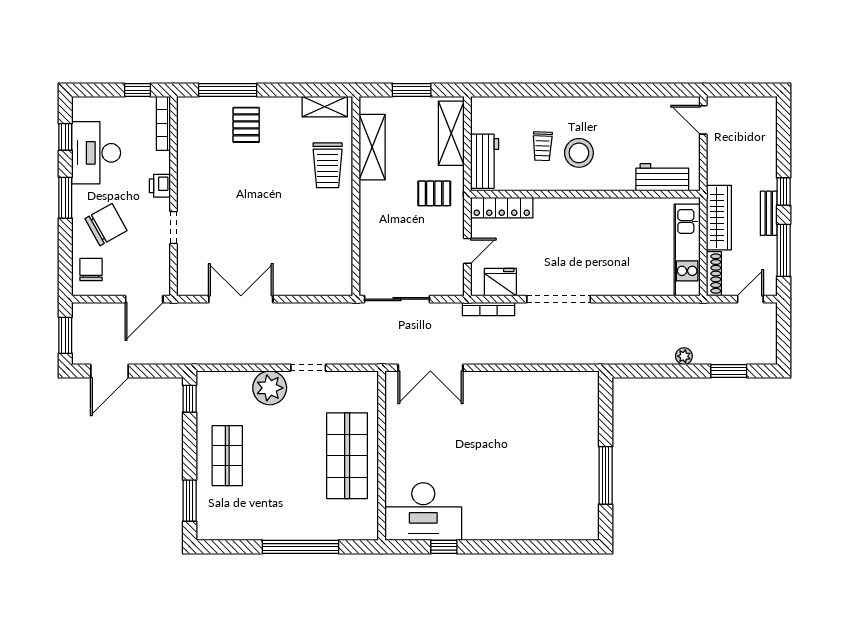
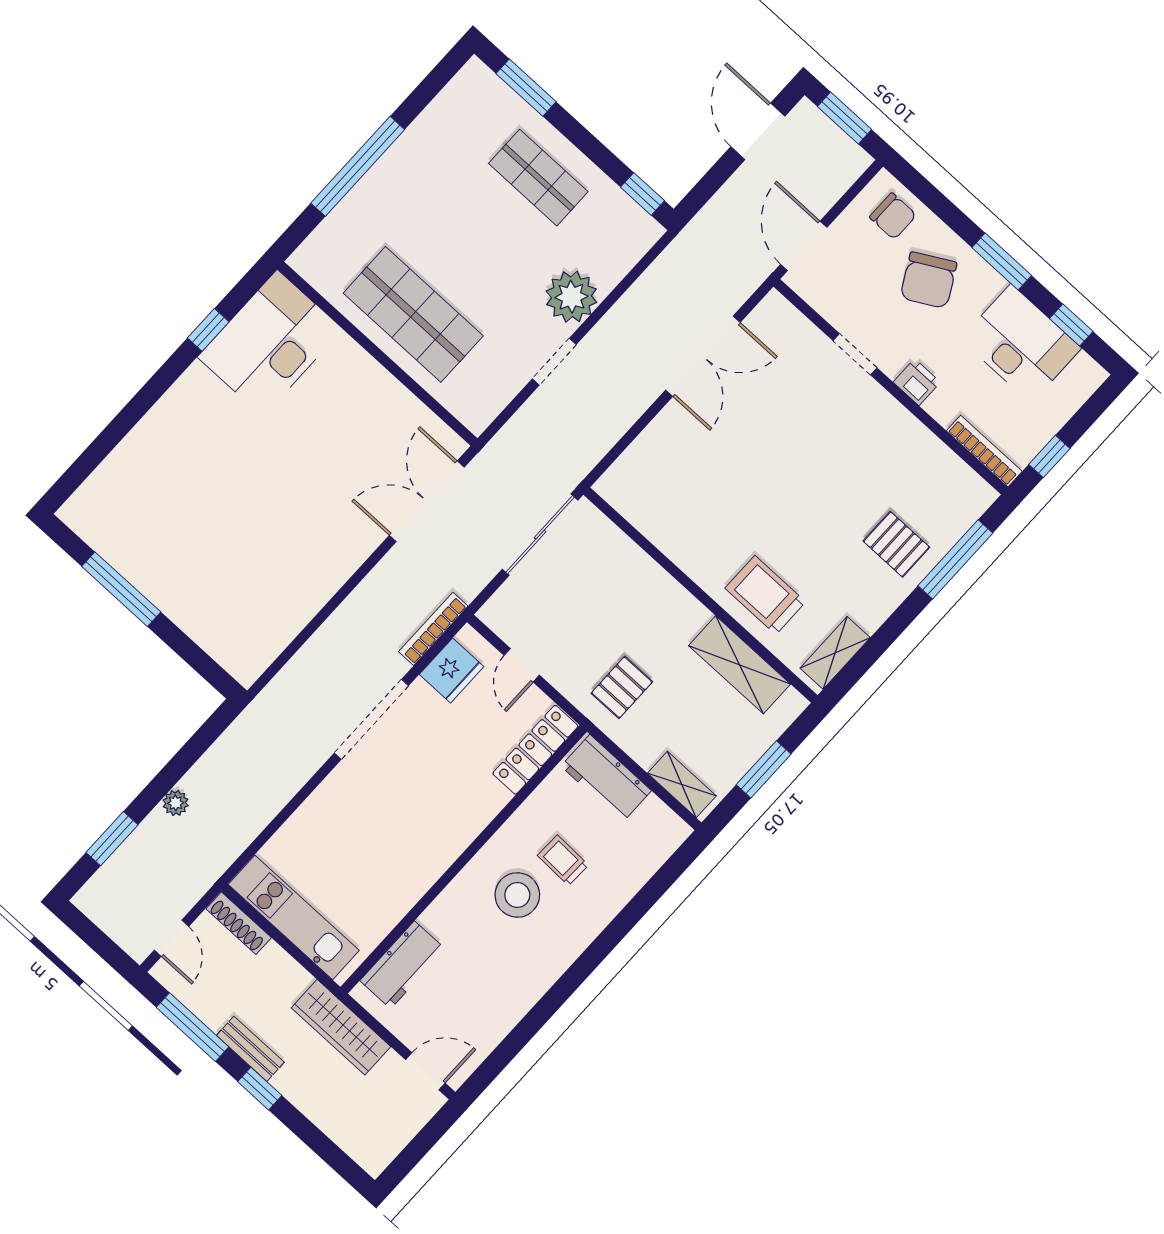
shelving: (451, 133) -> (682, 785), width x0.67, depth x0.75
wardrobe: (719, 218) -> (341, 1027), moved

